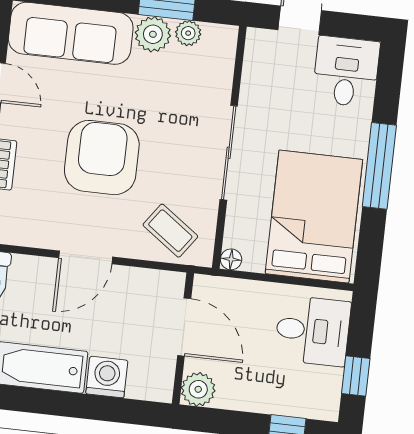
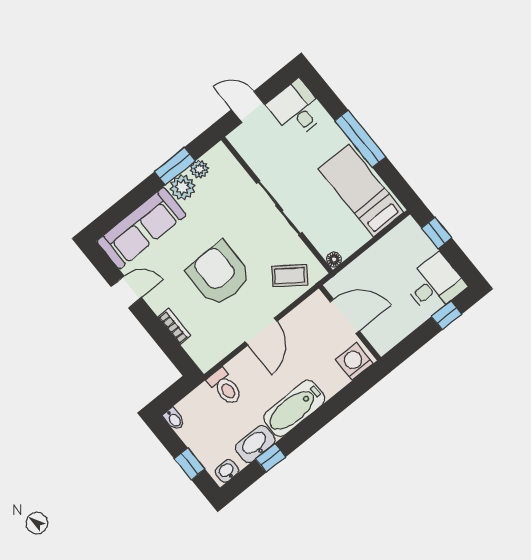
bed: (314, 217) -> (361, 191), width x0.67
desk: (313, 331) -> (434, 284), moved
window: (356, 376) -> (436, 233), moved
washing machine: (107, 377) -> (354, 362), moved
plant: (198, 389) -> (383, 340), removed

